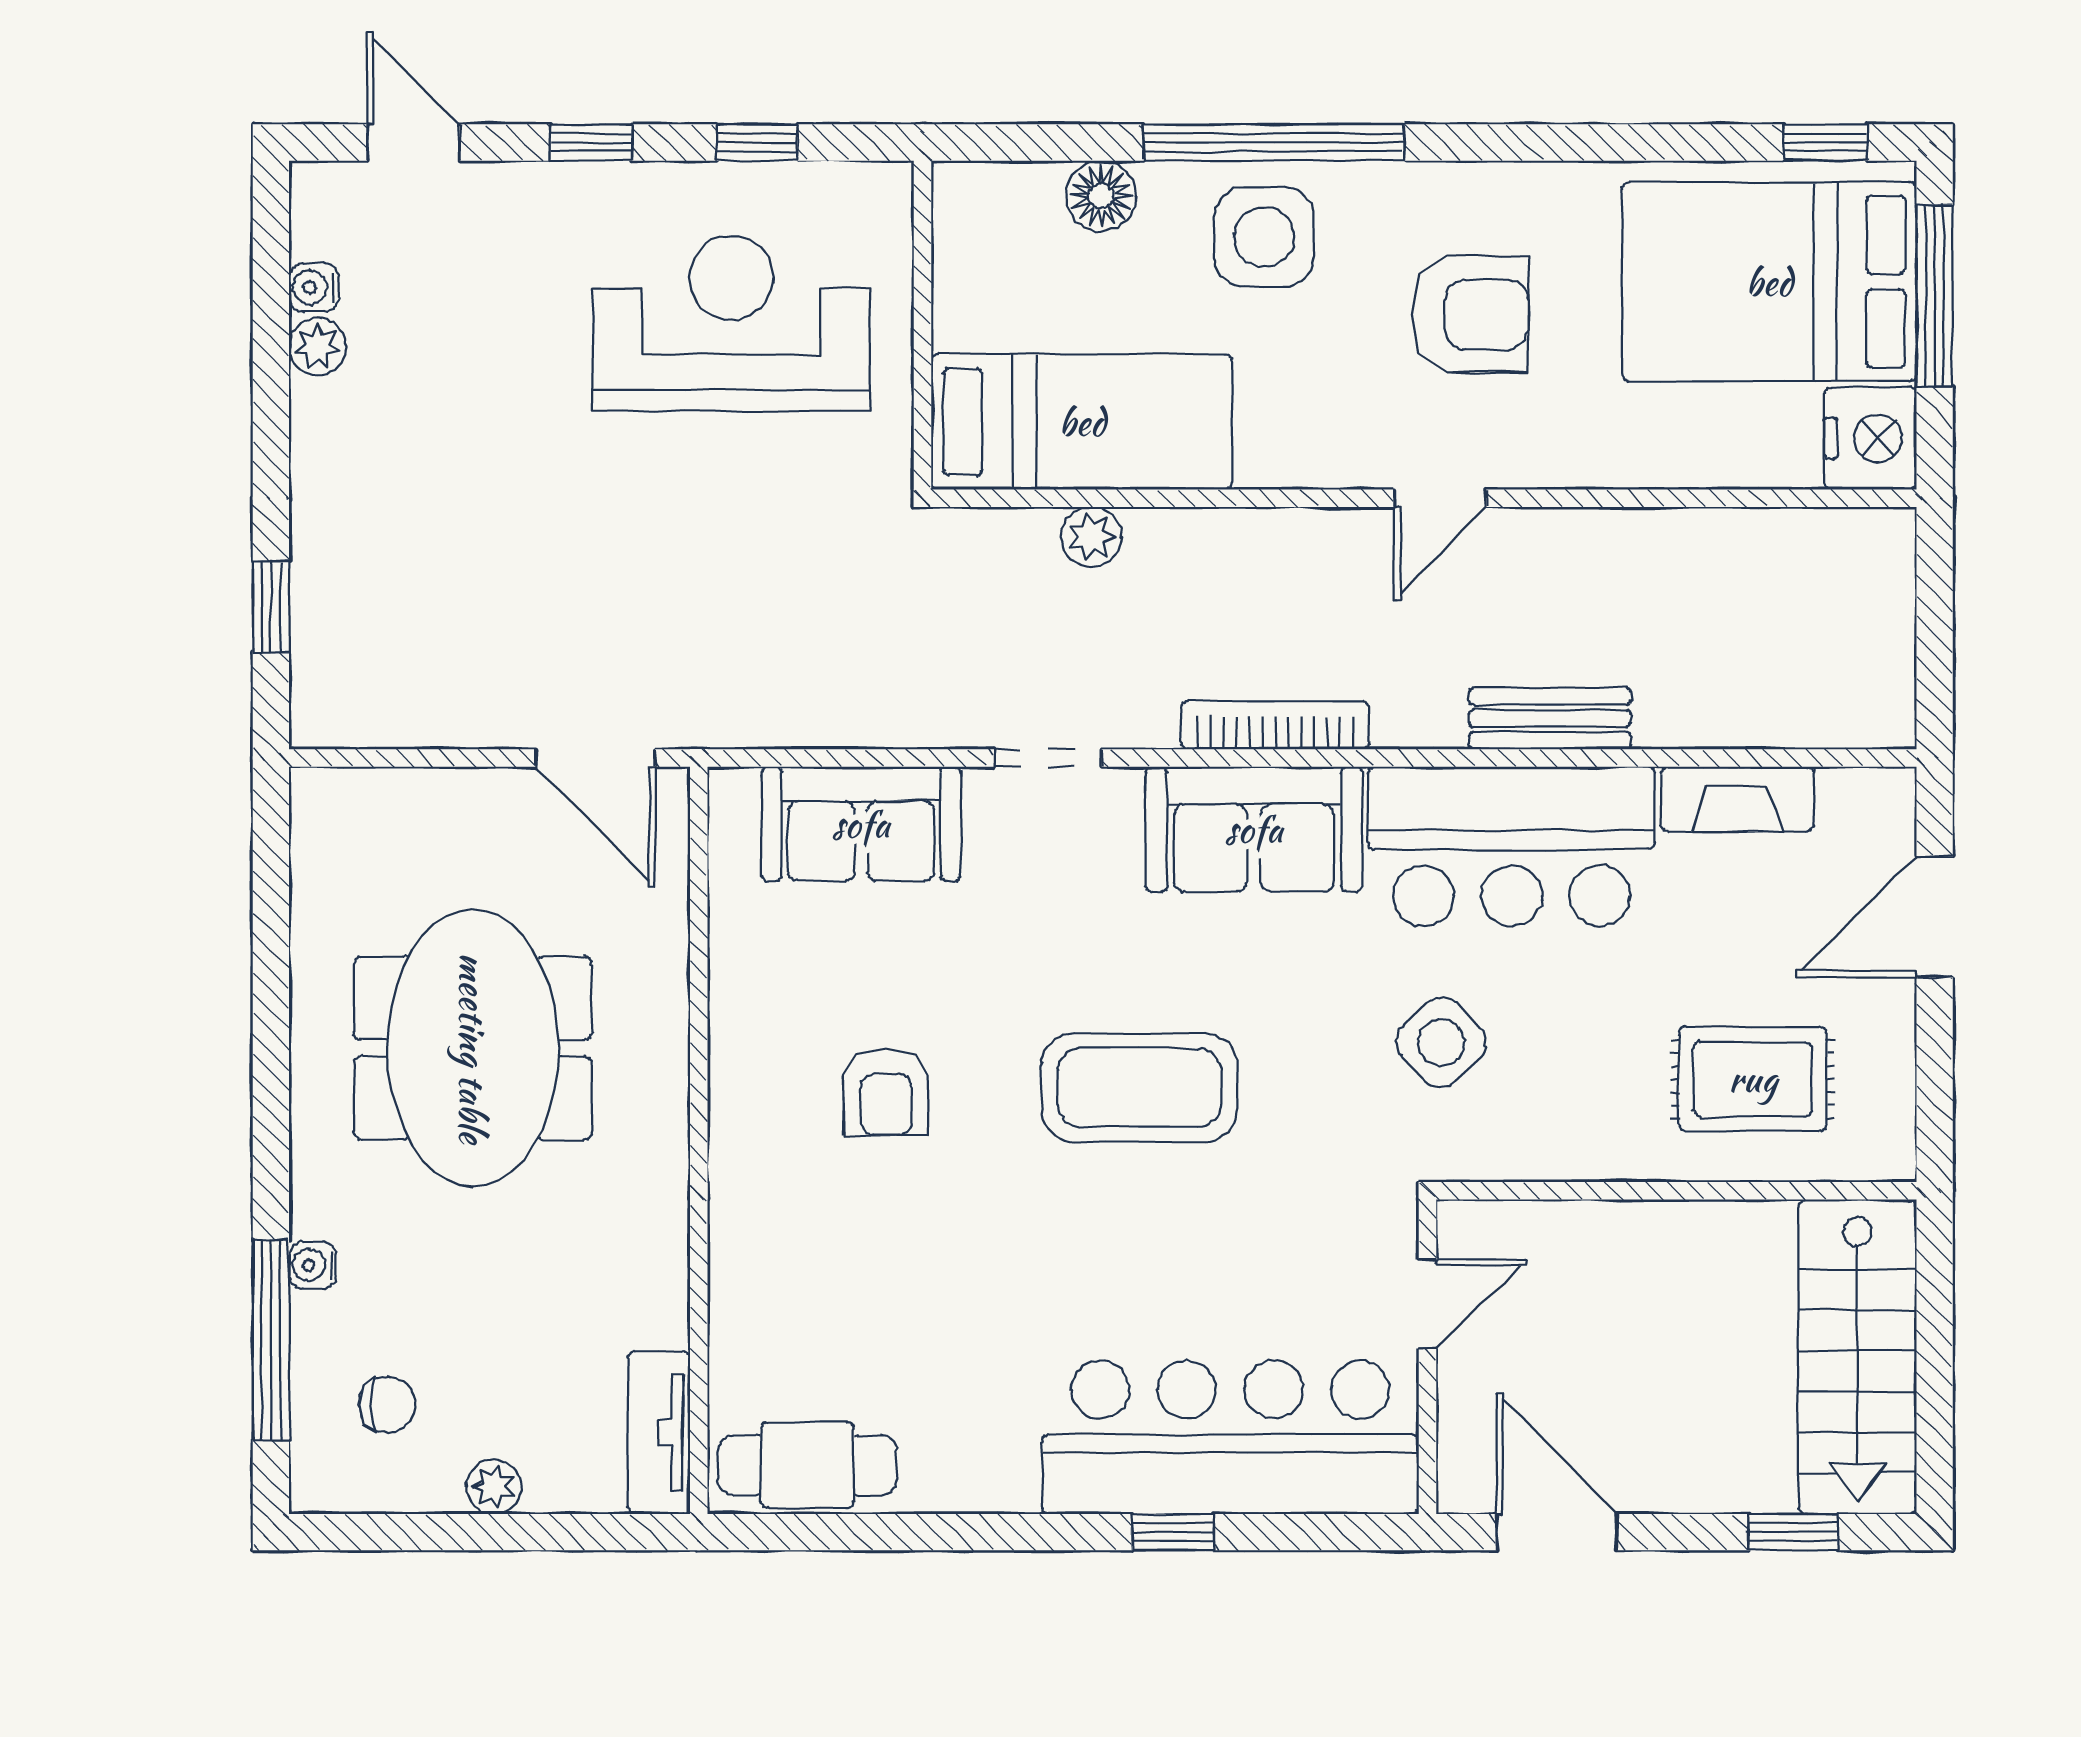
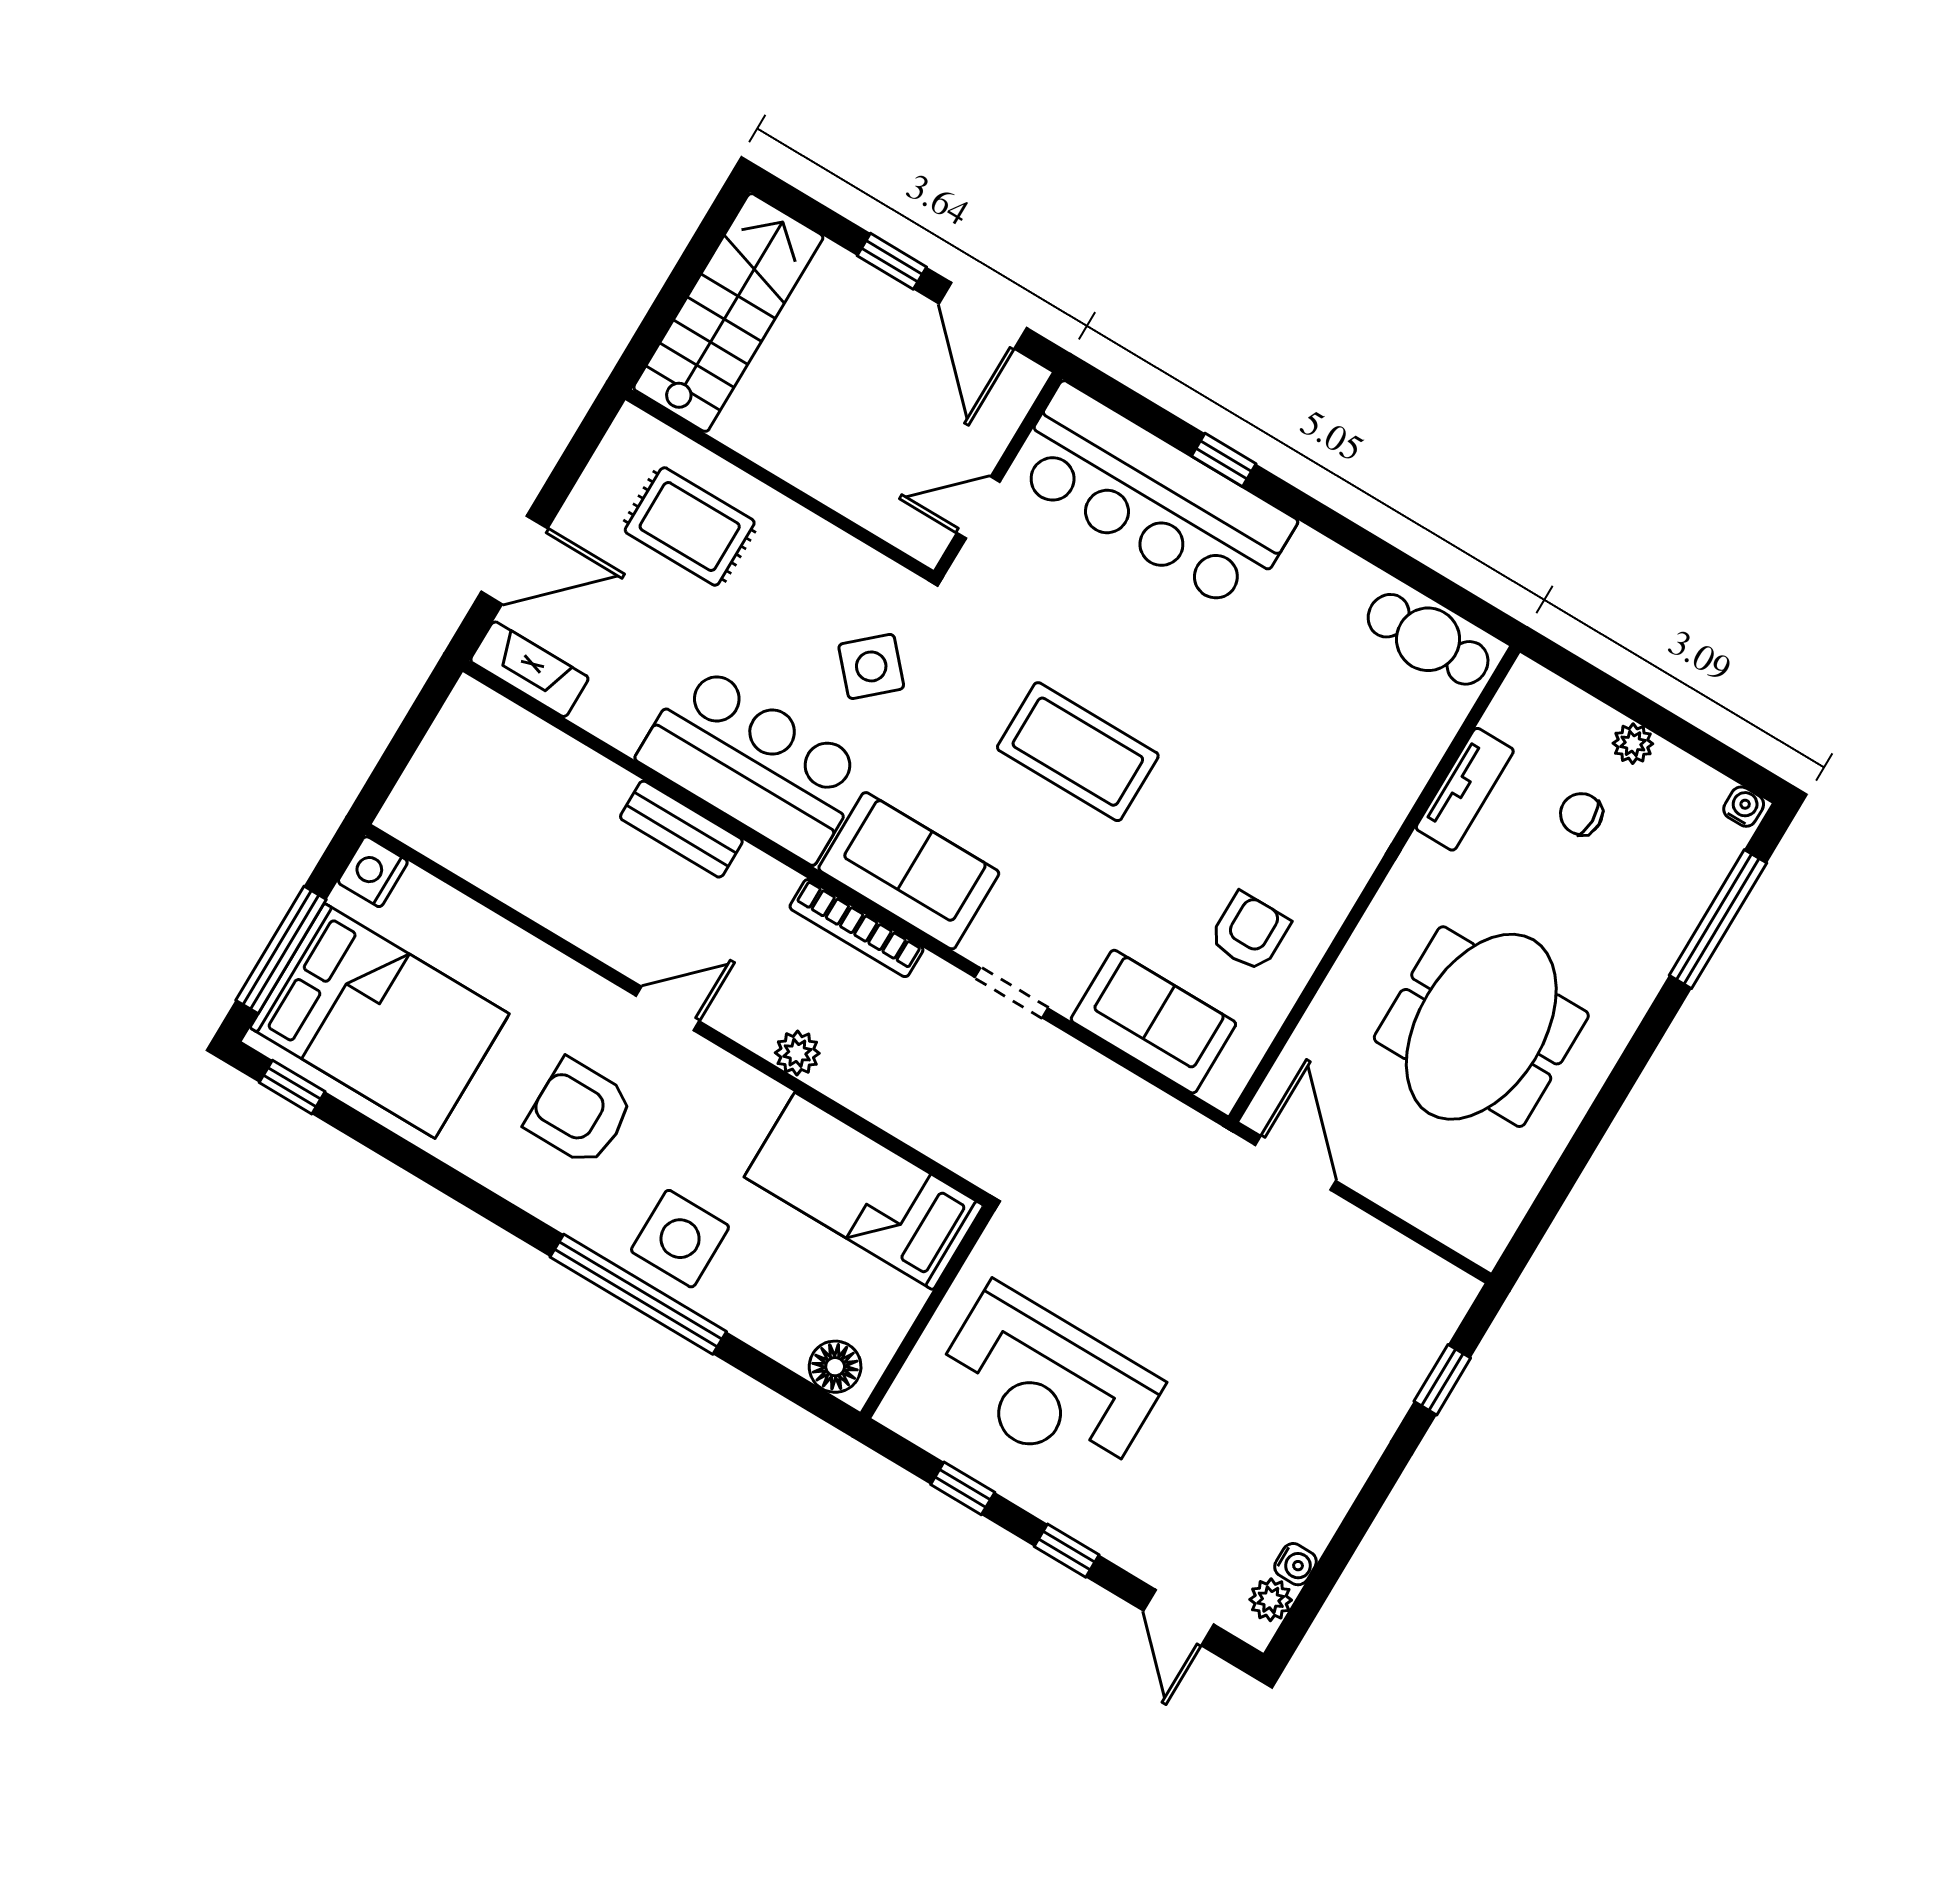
floor lamp: (1101, 196) -> (835, 1367), moved
plant: (318, 346) -> (1271, 1600), moved
nightstand: (1871, 438) -> (373, 872), width x0.74, depth x0.75
plant: (1091, 537) -> (797, 1053), moved
fireplace: (1737, 799) -> (529, 669), moved
armchair: (886, 1093) -> (1250, 932), moved
water cooler: (313, 1265) -> (1744, 807), moved, turned -90
chair: (387, 1404) -> (1581, 814), moved
tv unit: (659, 1433) -> (1465, 789), moved
window: (1793, 1532) -> (892, 261), moved

